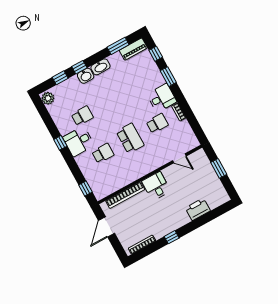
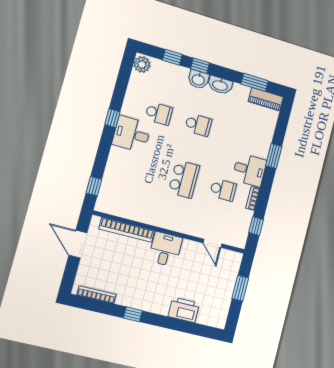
window: (156, 54) -> (256, 226), moved
school desk: (103, 153) -> (198, 125), moved
door: (107, 227) -> (78, 244), hinge flipped

